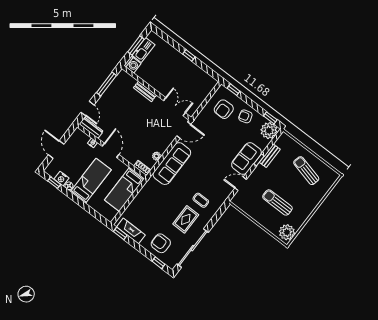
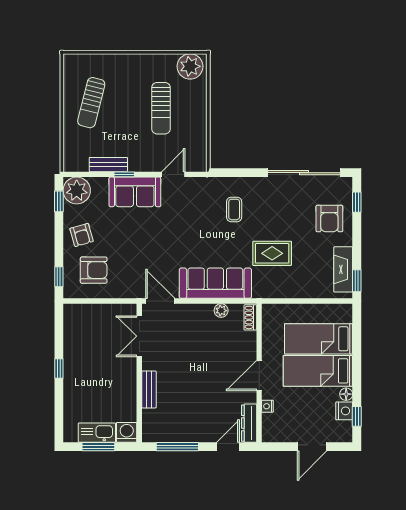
door: (241, 184) -> (173, 174), swing flipped
bed: (124, 189) -> (319, 339), moved, turned 180
rug: (186, 219) -> (272, 253), moved

